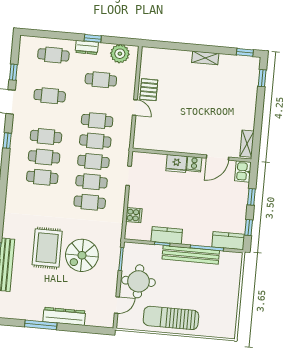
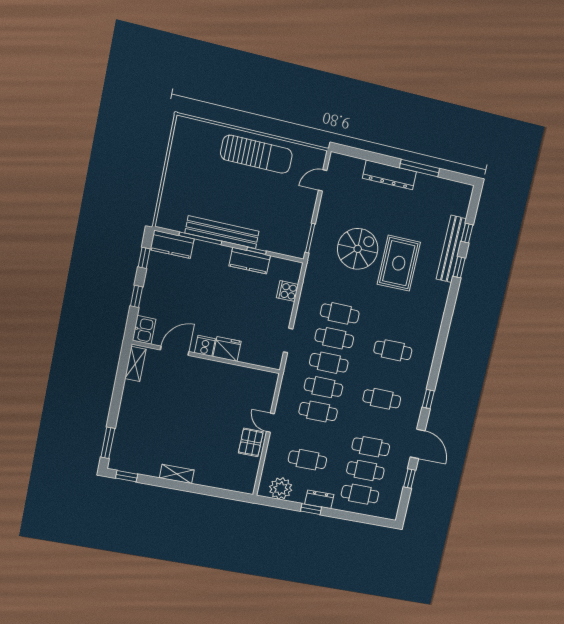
window: (262, 78) -> (108, 443), width x1.50
cafe table: (44, 157) -> (365, 471), moved
round table: (139, 281) -> (292, 207), removed

